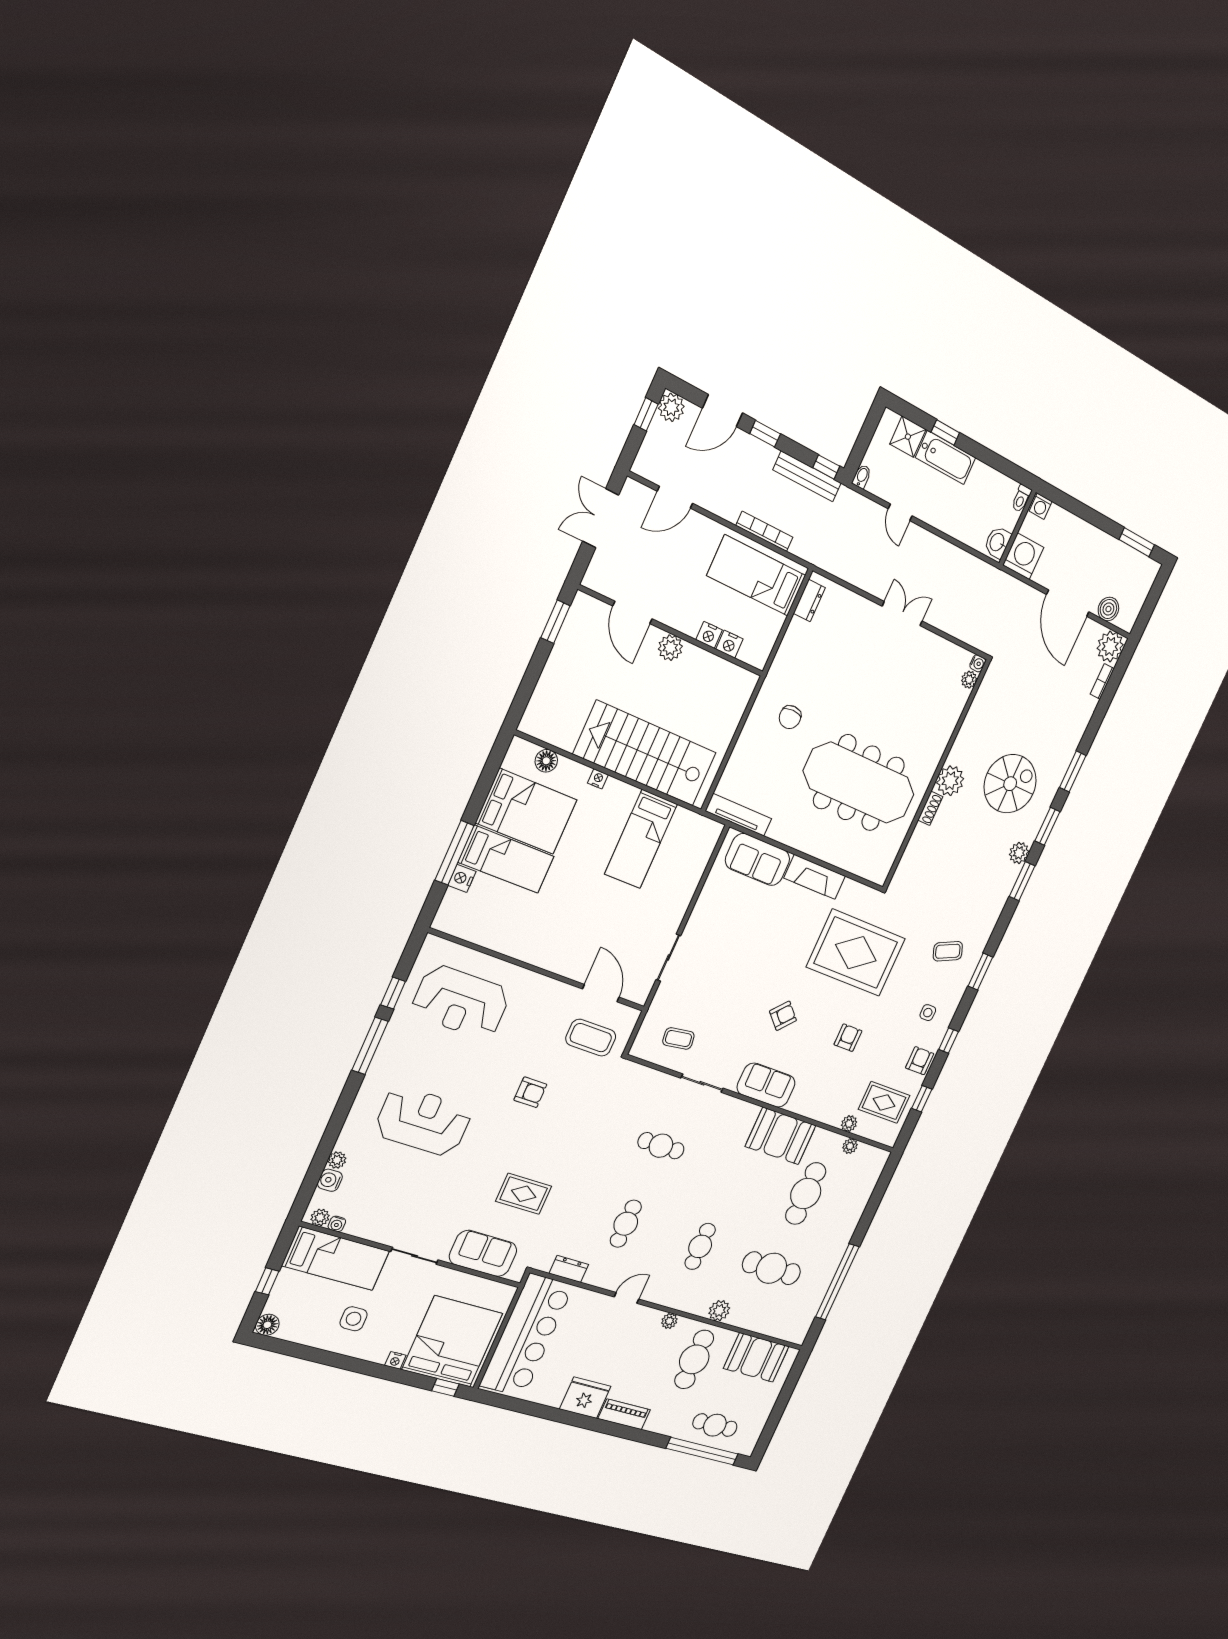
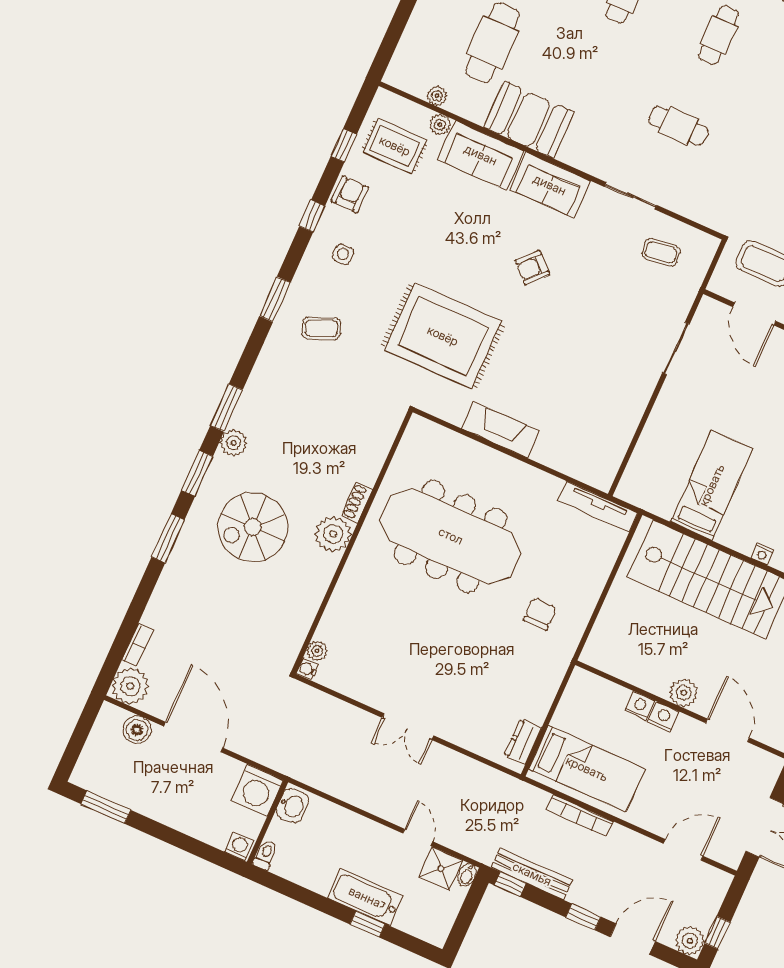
shower: (908, 437) -> (441, 869), moved
nightstand: (729, 644) -> (663, 717), moved
sofa: (758, 860) -> (481, 155), moved, turned 180
armchair: (848, 1038) -> (447, 233), removed
armchair: (920, 1061) -> (350, 194), turned 180

